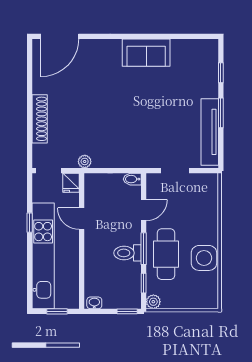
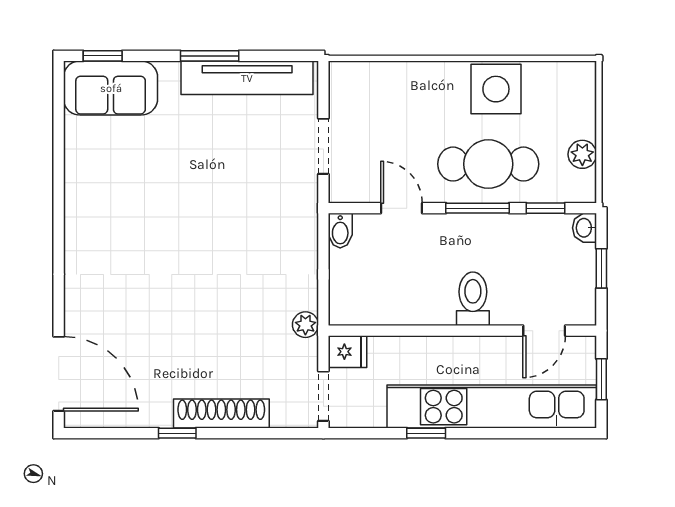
sofa: (146, 53) -> (111, 88), moved, turned 90
window: (221, 73) -> (103, 56), moved
window: (30, 97) -> (177, 433), added
door: (82, 219) -> (544, 331), moved
toilet: (128, 253) -> (473, 299), moved, turned 180
plant: (153, 302) -> (582, 154), moved
washbasin: (94, 303) -> (585, 228), moved
window: (127, 311) -> (601, 268), moved

